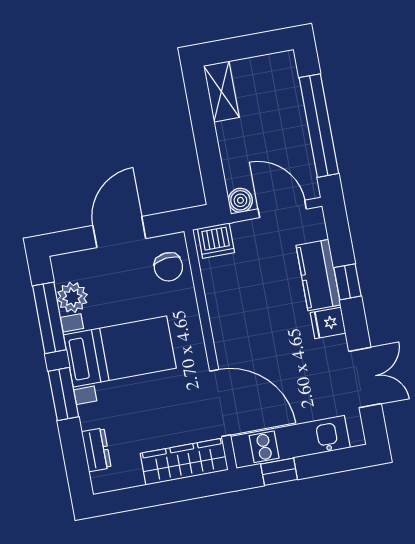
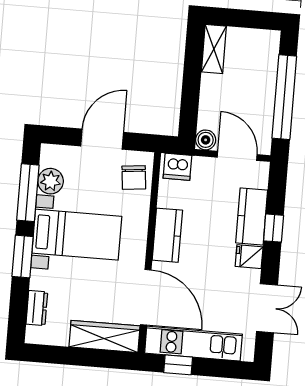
kitchen counter: (226, 324) -> (167, 235), added

